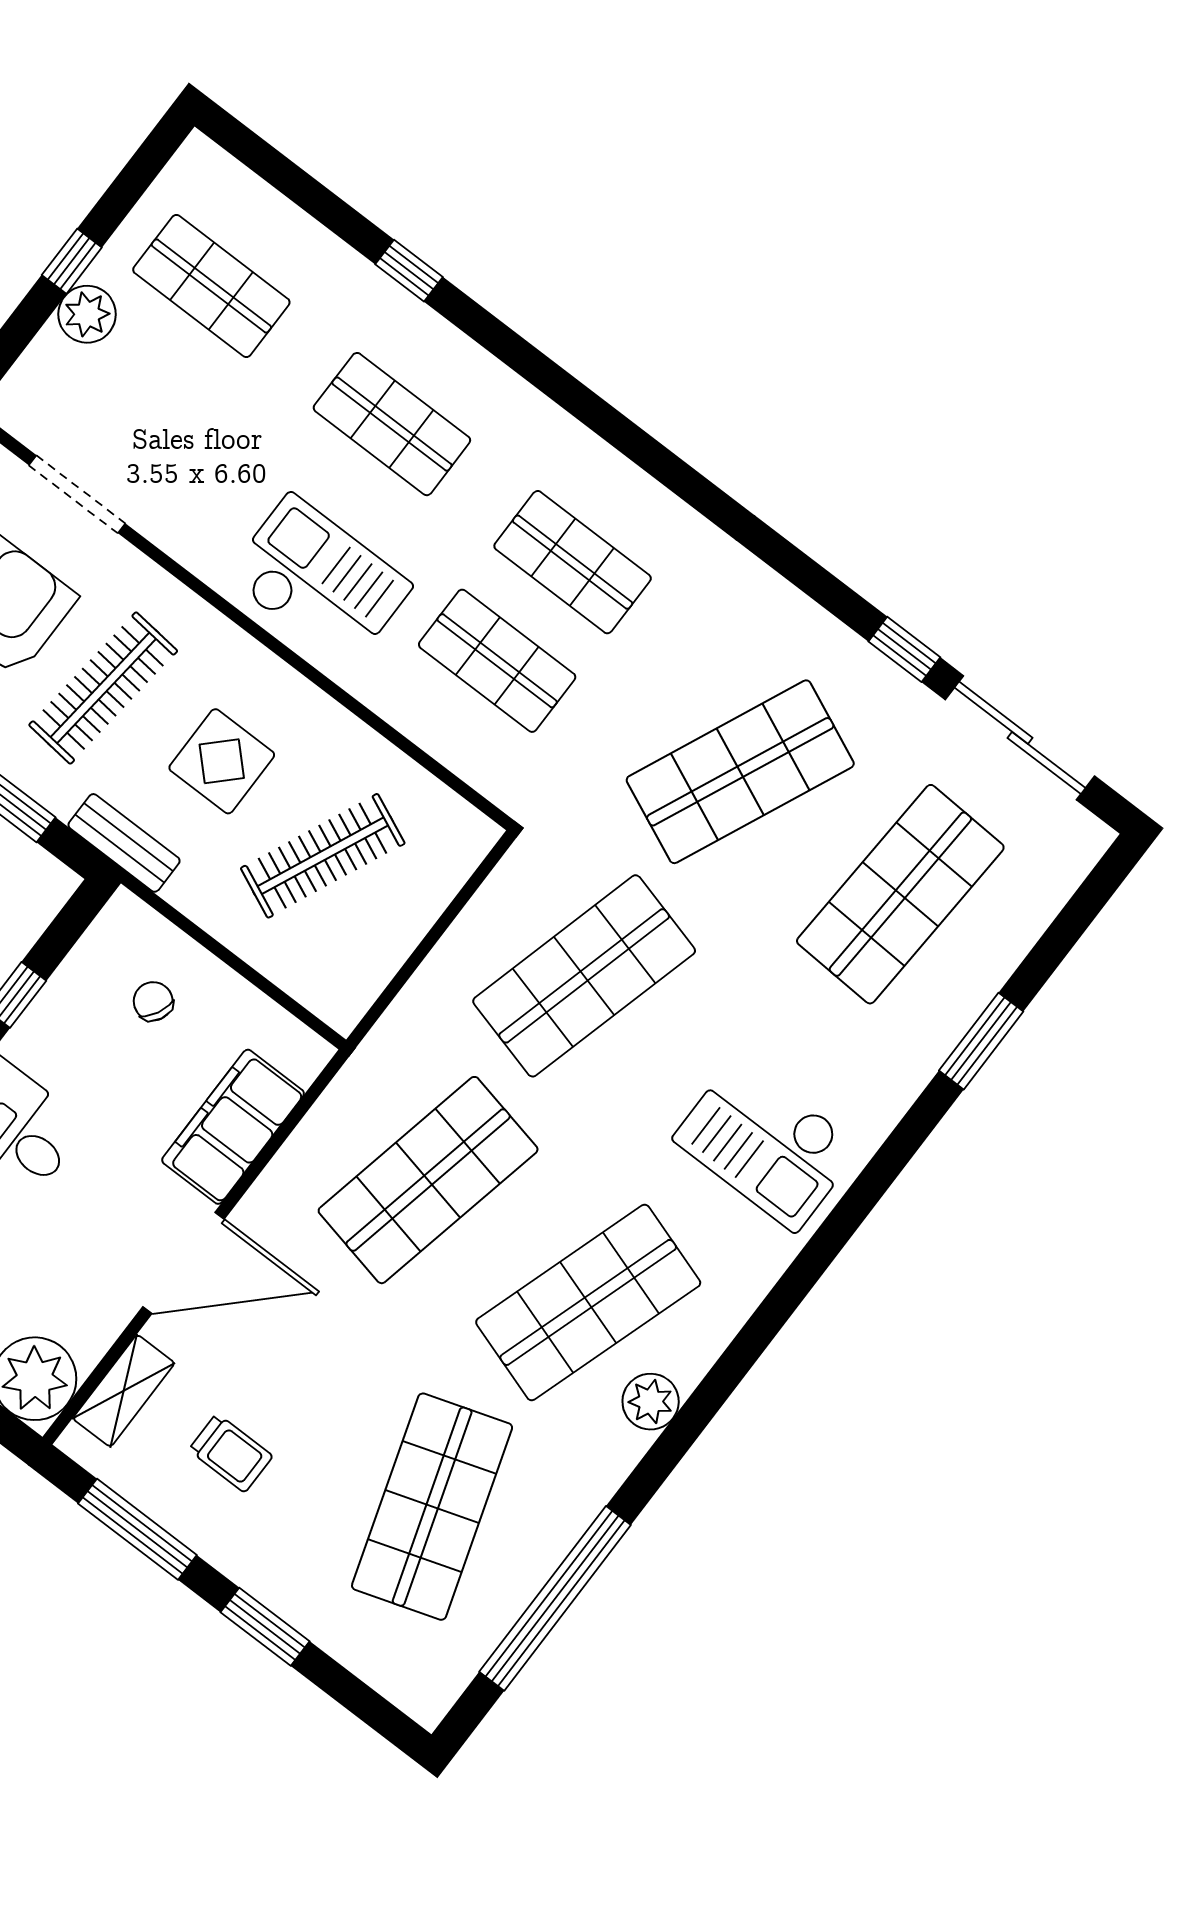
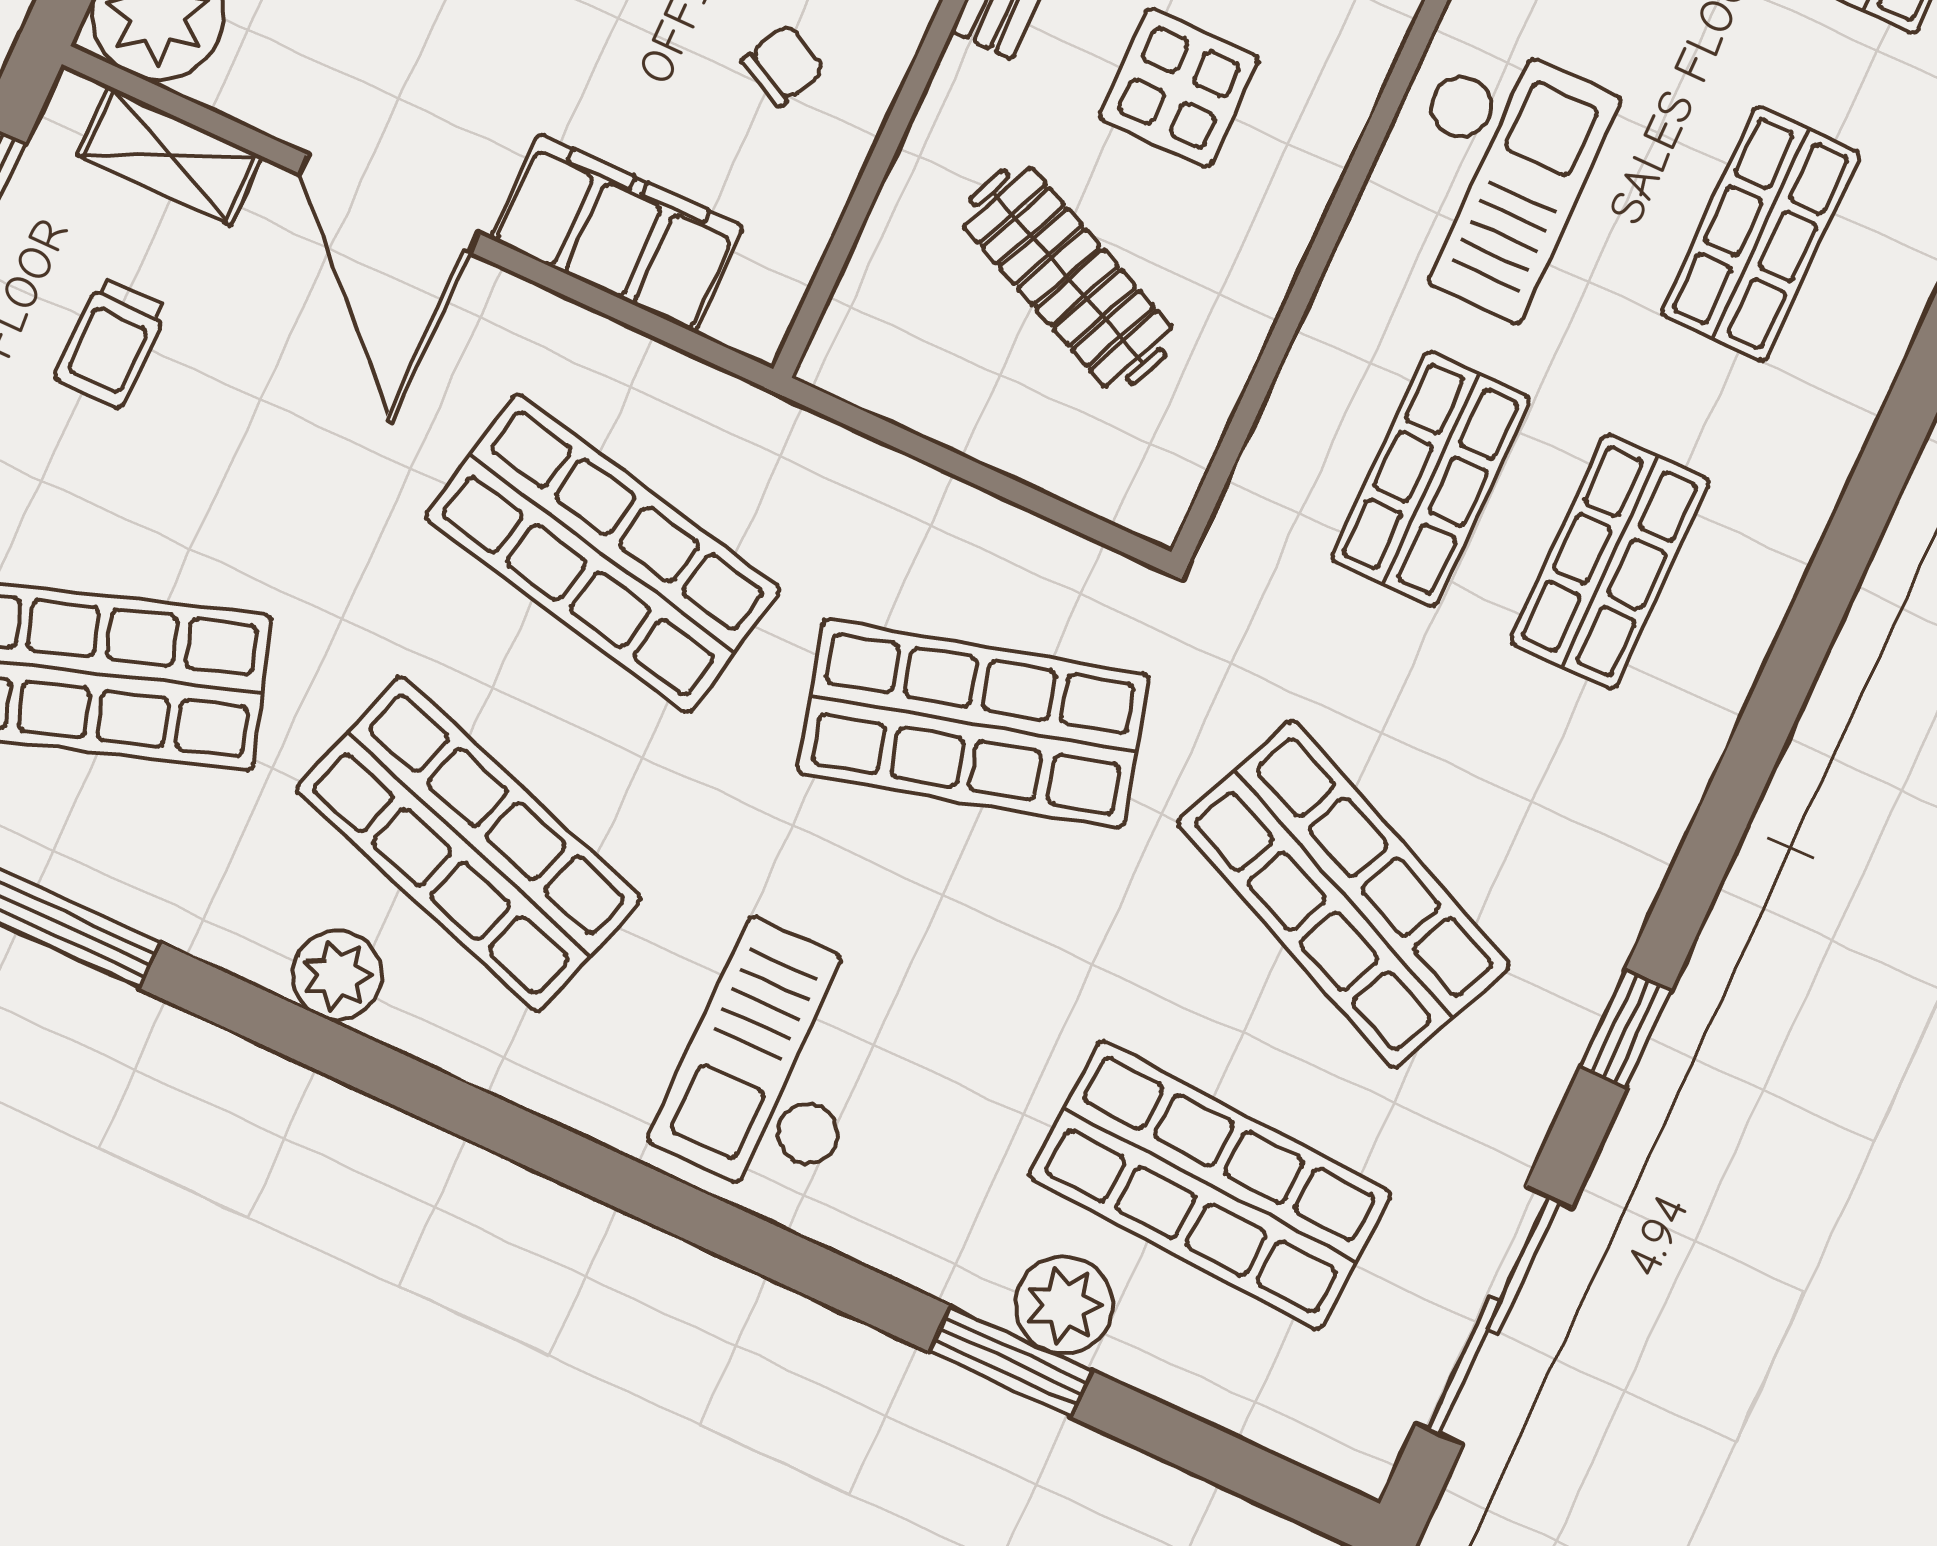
window: (904, 649) -> (1626, 1028), moved
shop shelf: (584, 976) -> (973, 724), turned -30
plant: (954, 1001) -> (1064, 1305), added

